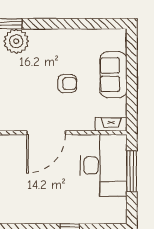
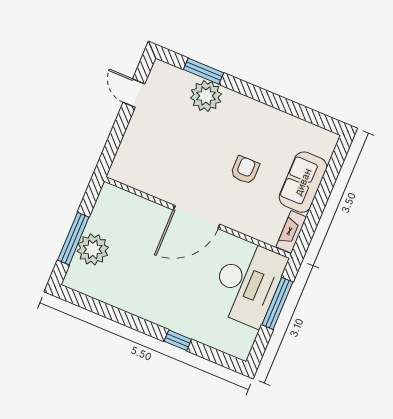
armchair: (67, 84) -> (245, 170), turned -90
fireplace: (111, 124) -> (291, 232), moved, turned -90

